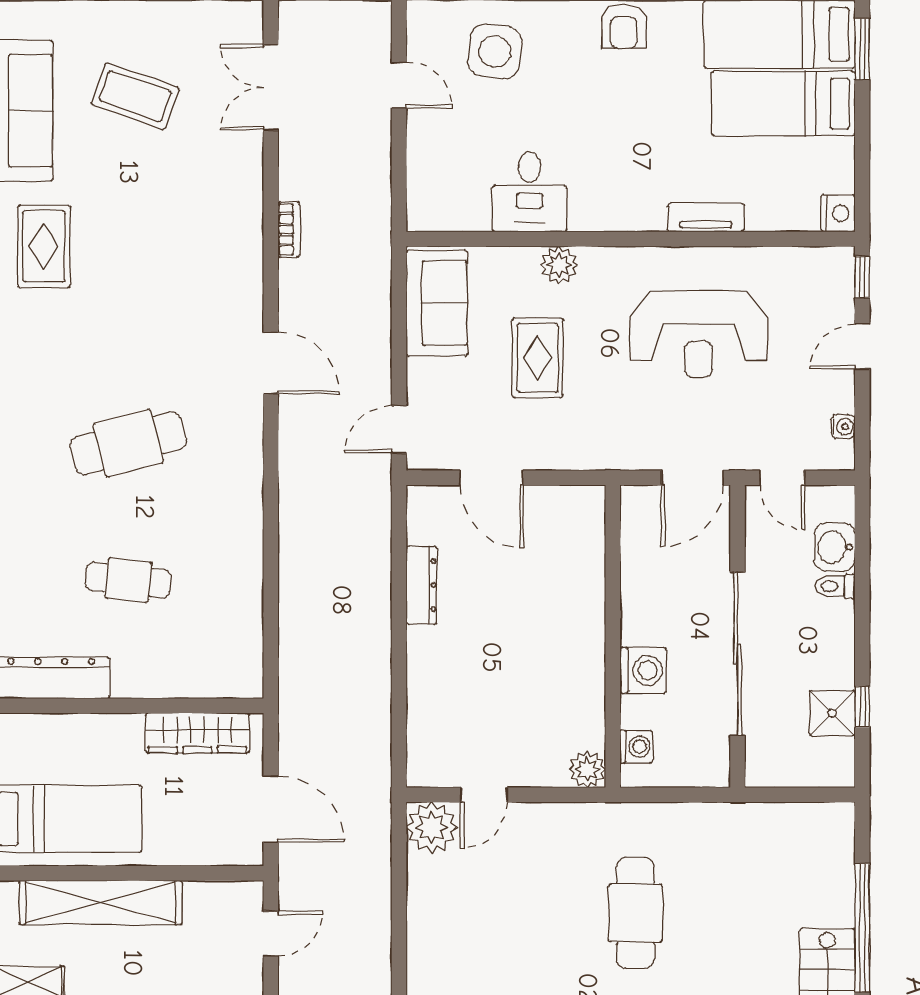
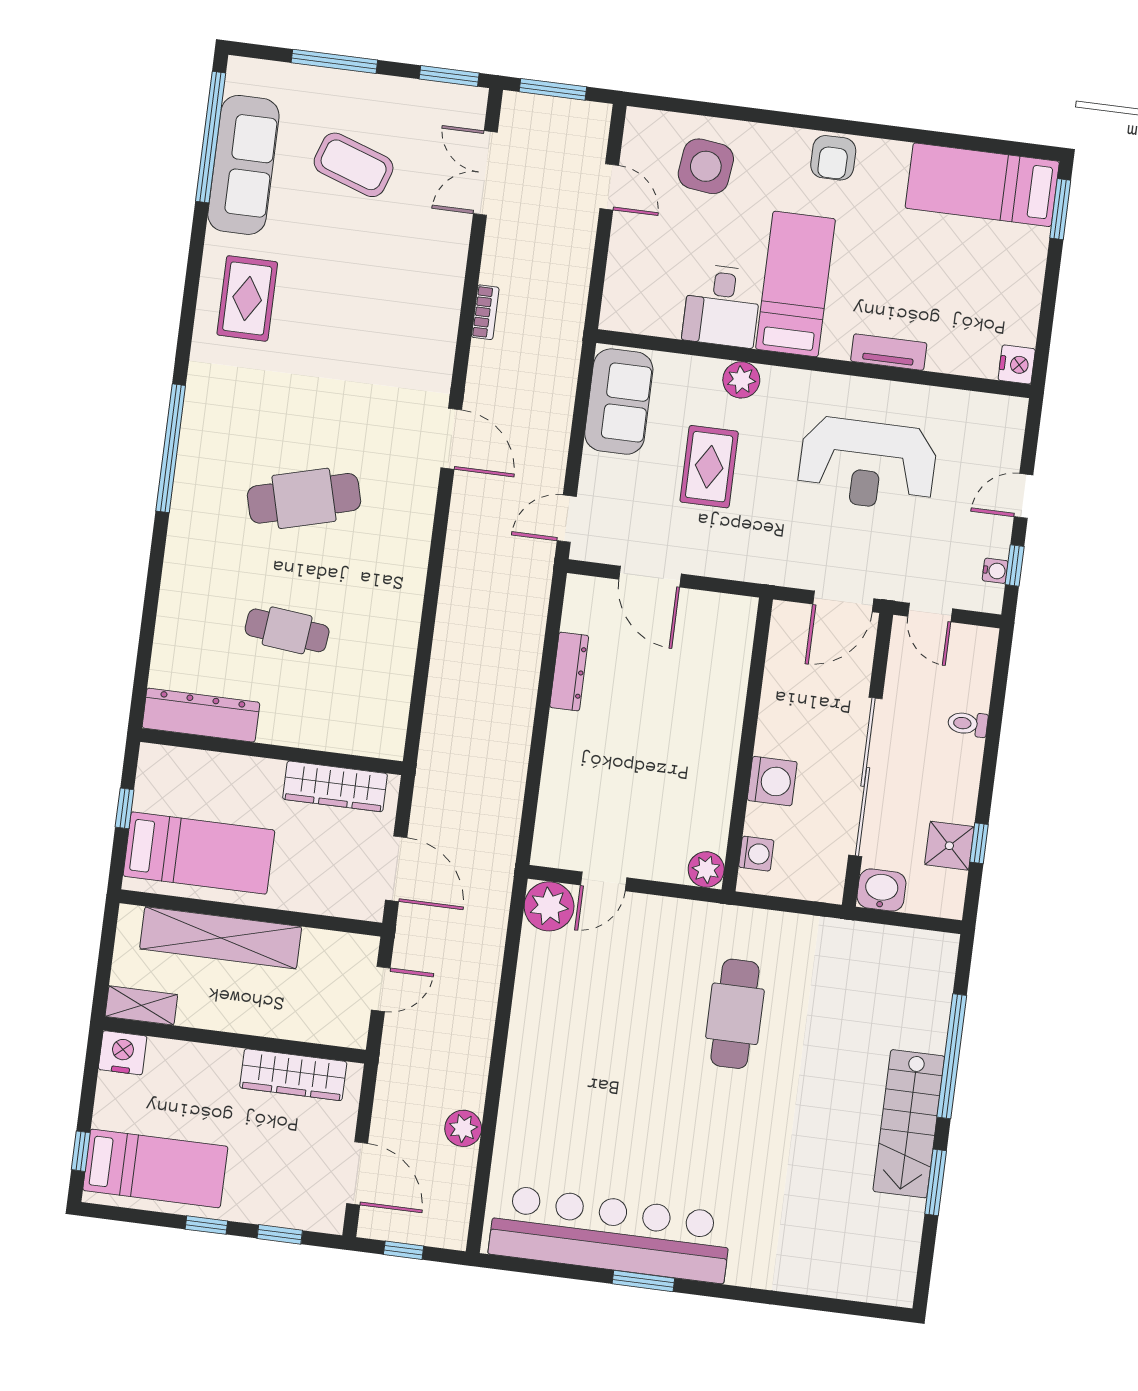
bed: (783, 104) -> (796, 284), moved, turned 90
window: (862, 277) -> (1015, 566), moved
washbasin: (835, 547) -> (881, 890), moved, turned 90

